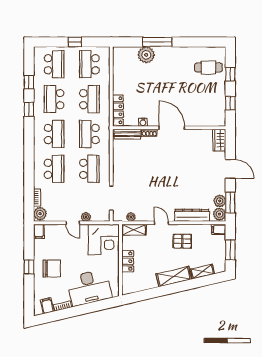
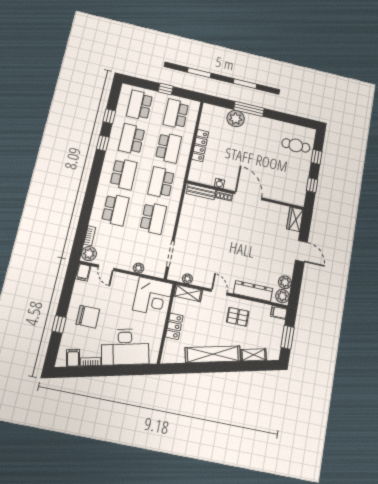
school desk: (54, 64) -> (140, 105), turned 180
locker: (118, 110) -> (200, 145), moved
window: (230, 202) -> (296, 286), removed
door: (73, 223) -> (106, 268), moved
window: (29, 267) -> (59, 324), moved
shelving: (174, 277) -> (213, 354), width x1.47

